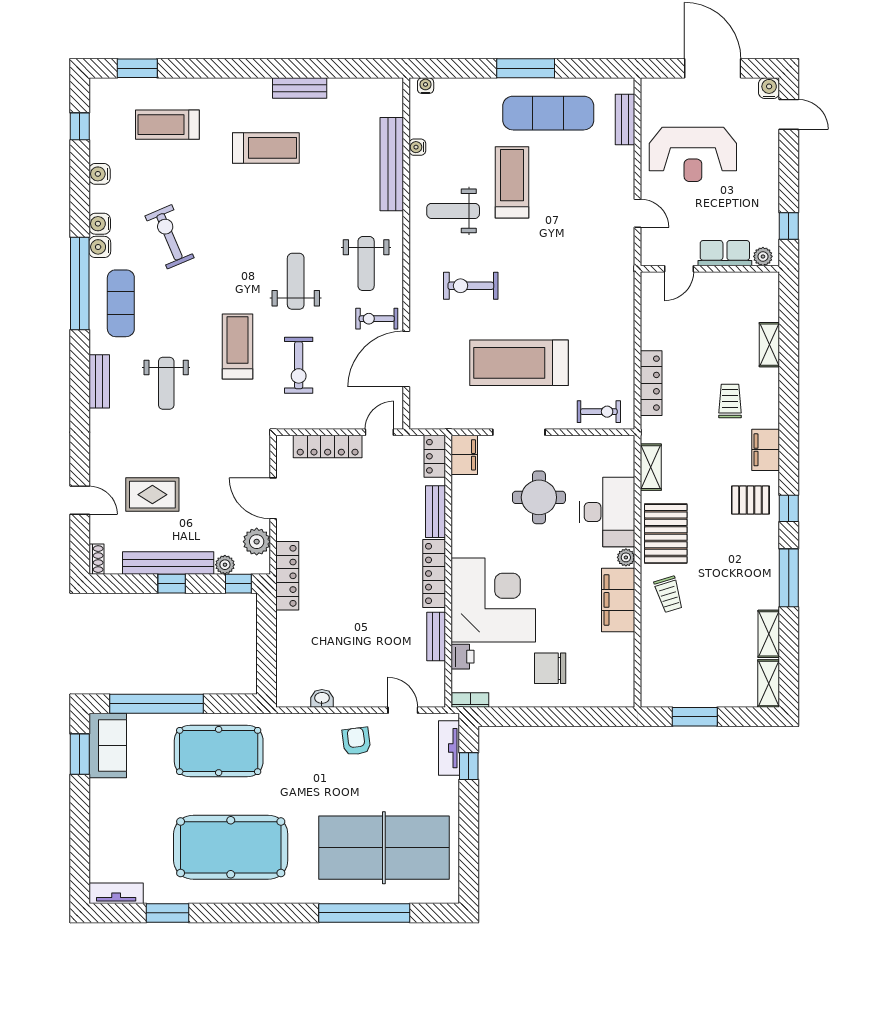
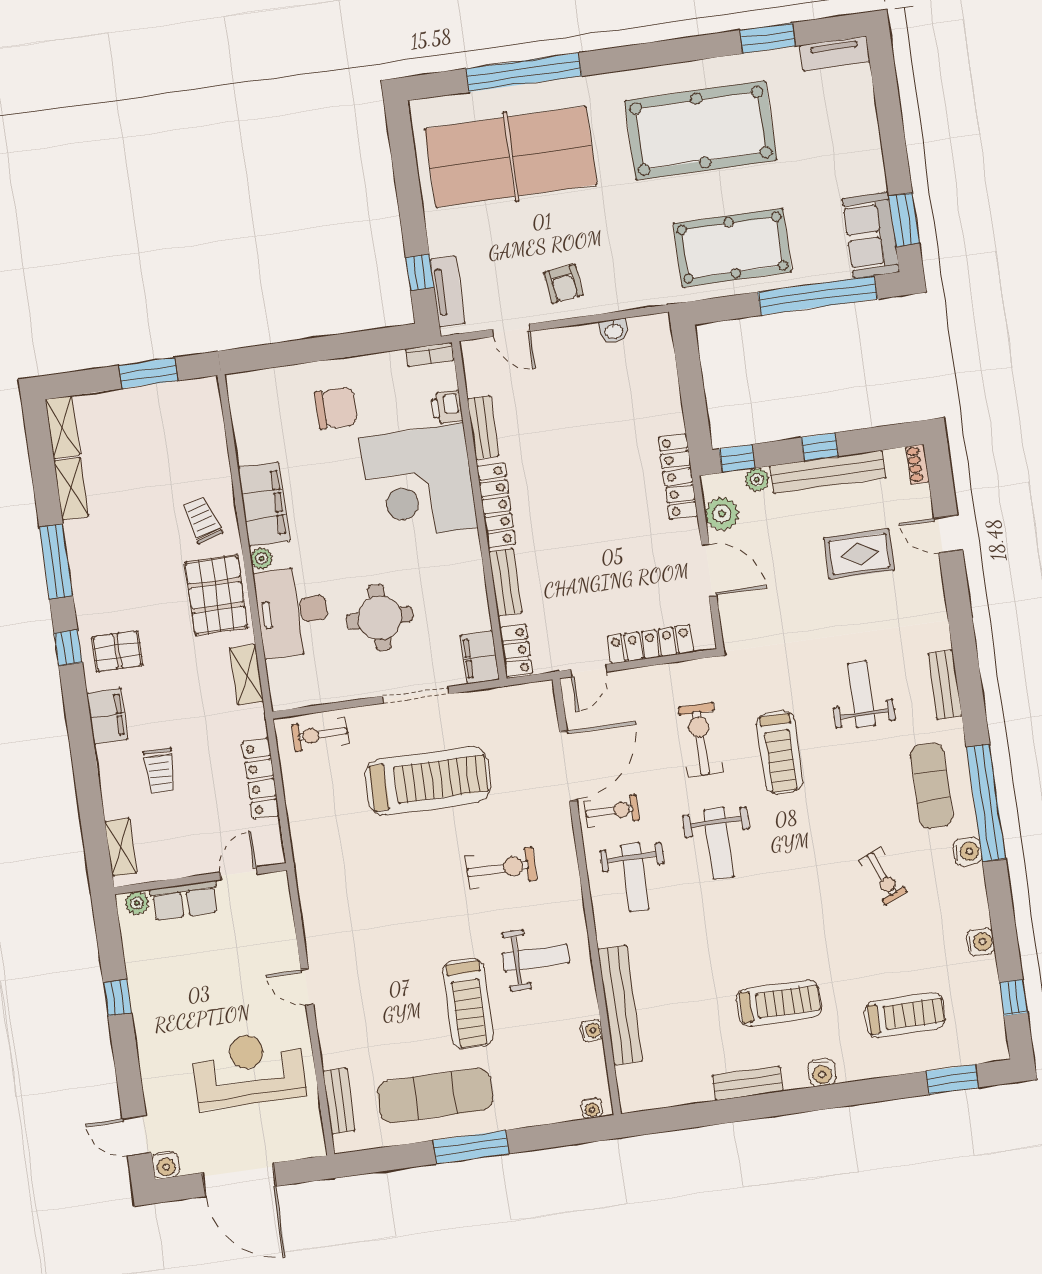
treadmill: (266, 148) -> (779, 1003), turned 180
water cooler: (100, 224) -> (822, 1072), moved, turned 90
exercise bike: (169, 237) -> (883, 876), width x0.73, depth x0.72
row of seats: (725, 253) -> (185, 901), moved
plant: (763, 256) -> (137, 903), moved
weight bench: (366, 264) -> (635, 877), turned 180
door: (679, 269) -> (239, 873), moved
wall: (710, 269) -> (200, 879), moved

